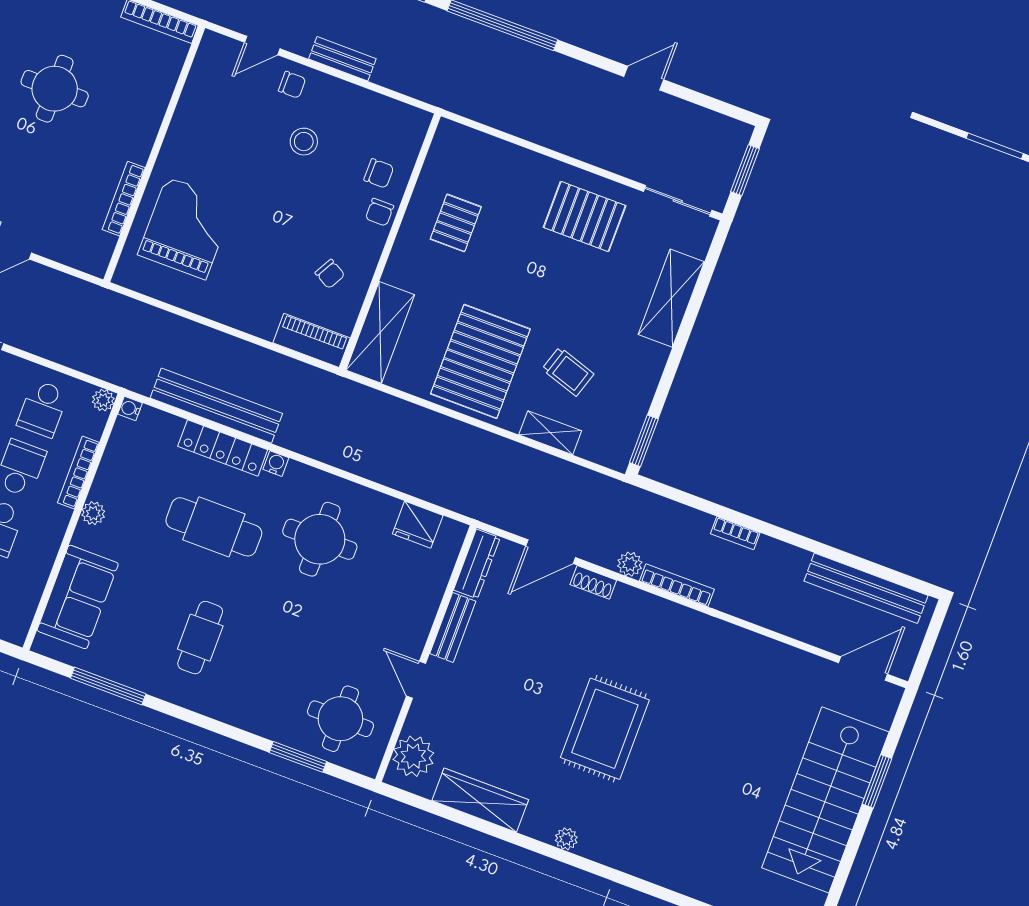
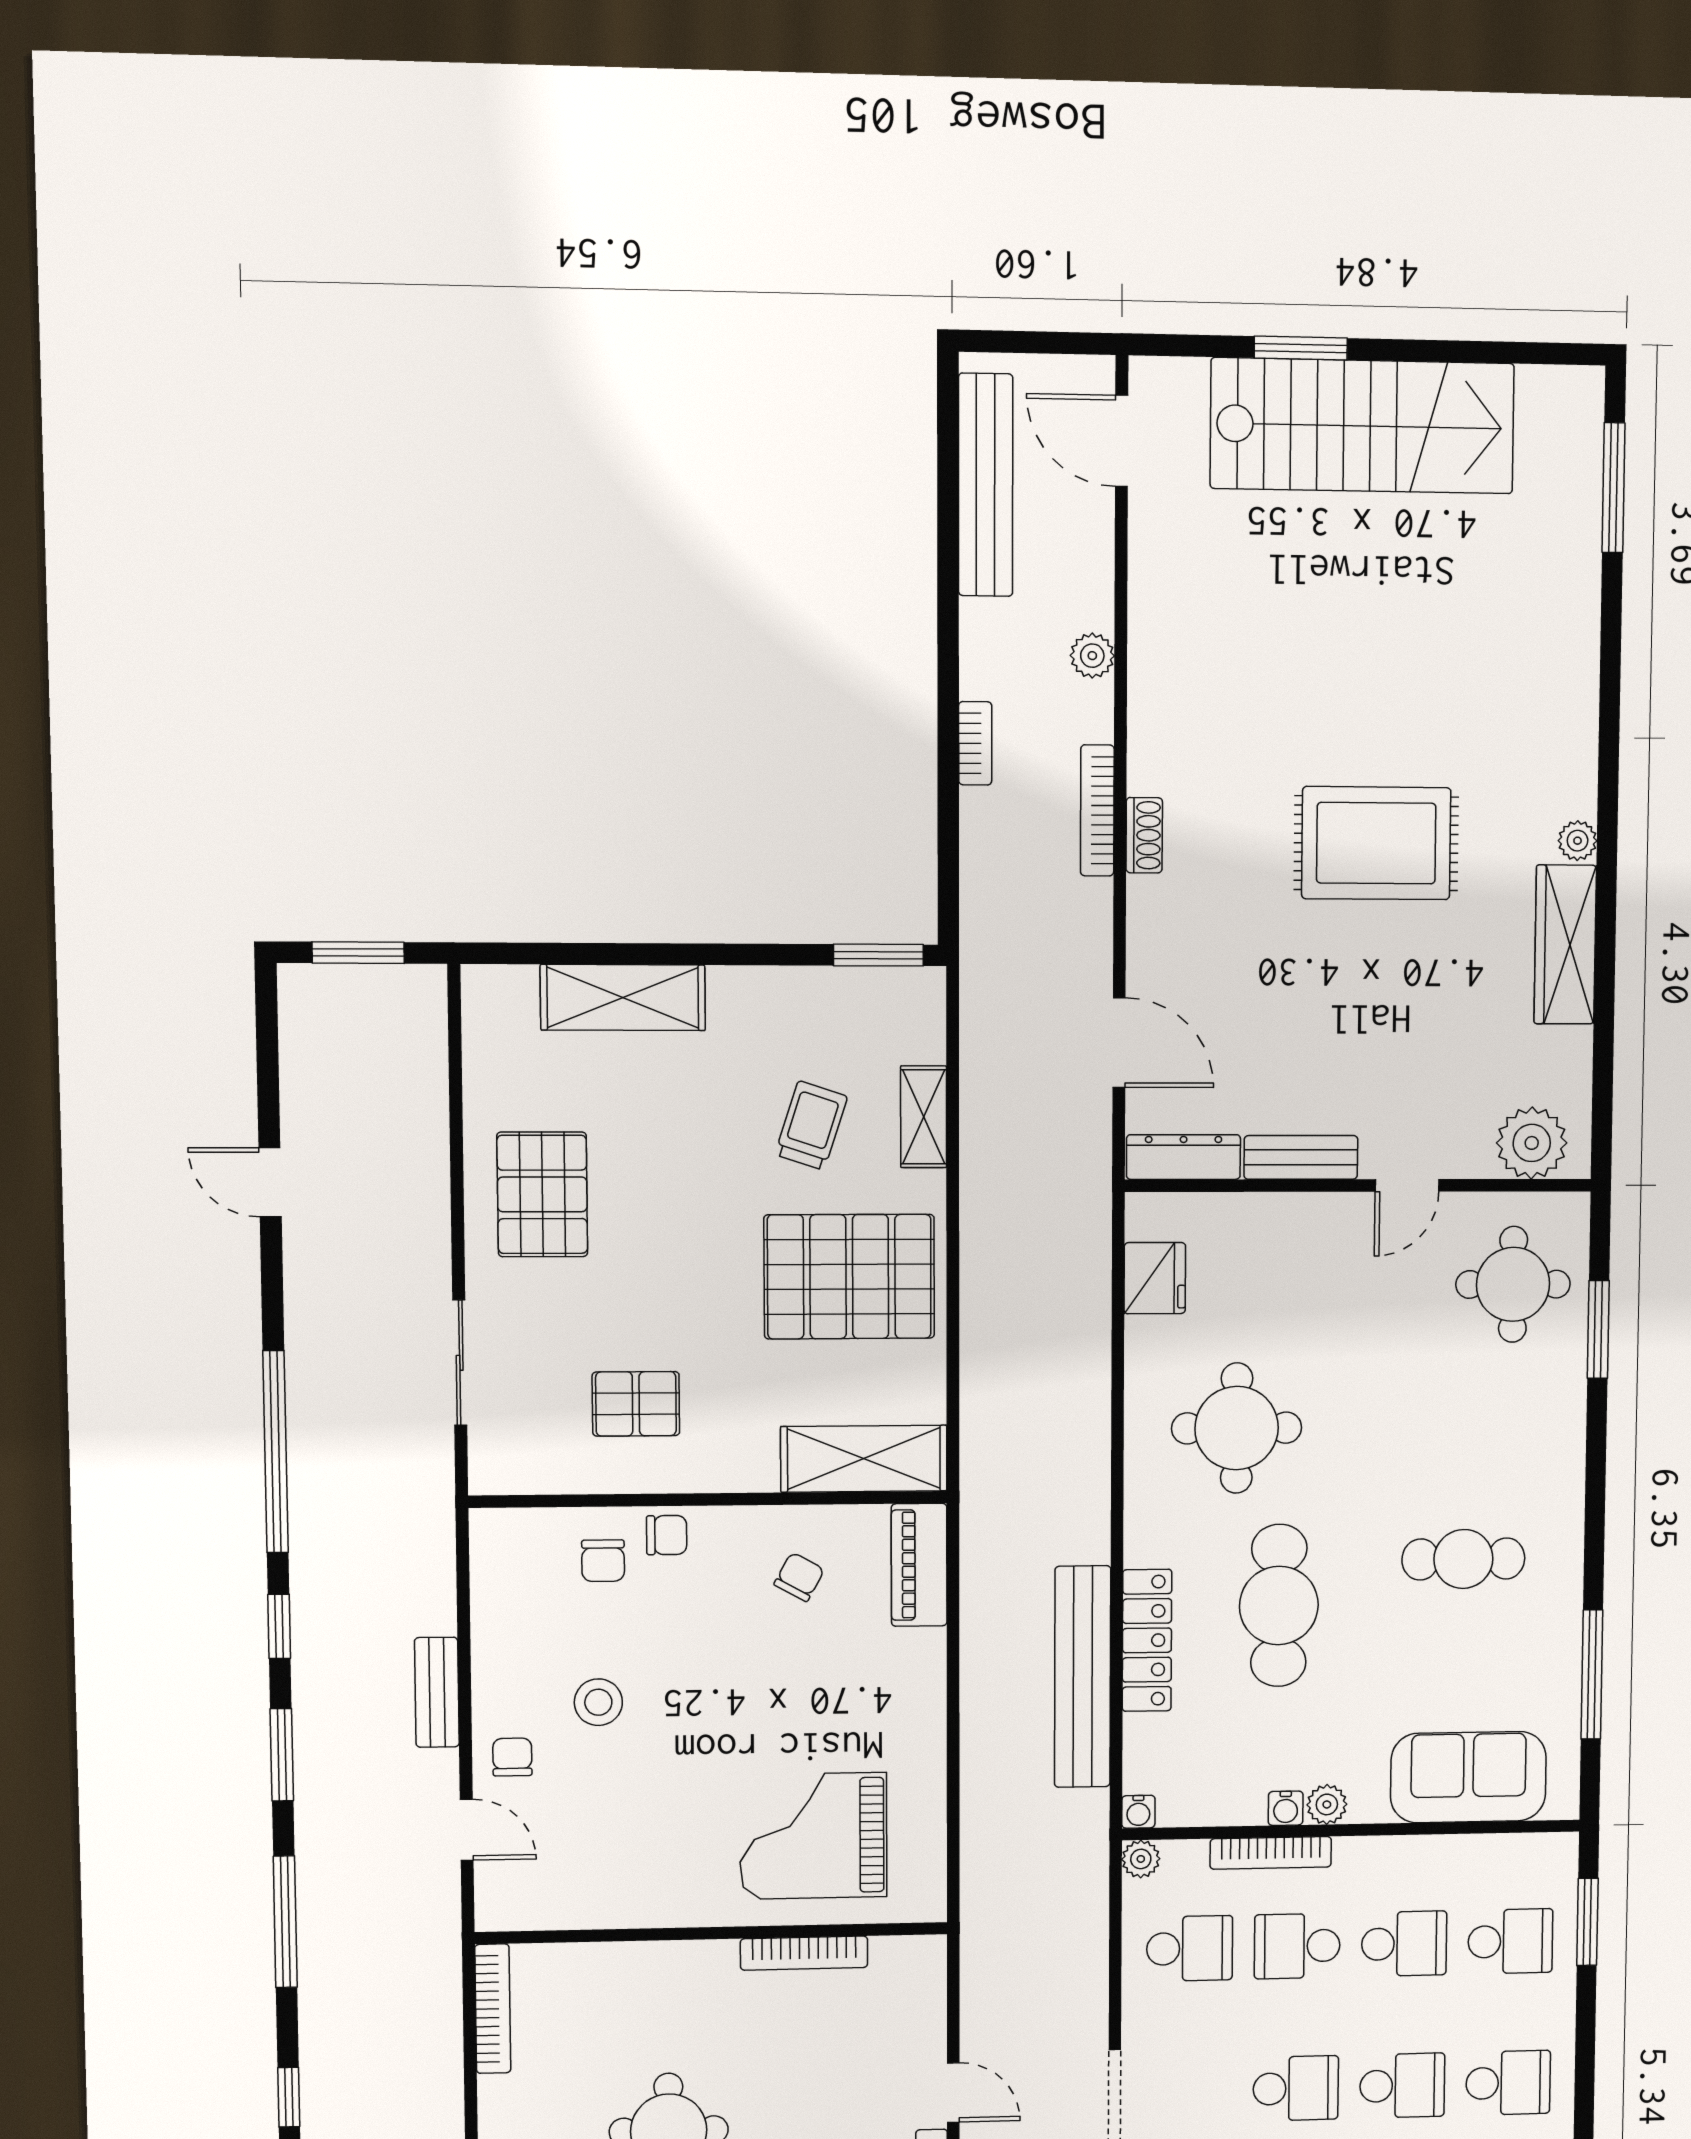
chair: (379, 173) -> (603, 1561), turned 180
sliding door: (678, 201) -> (460, 1363), moved
water cooler: (276, 464) -> (1286, 1808), moved, turned -90
plant: (630, 564) -> (1092, 656), moved
shoe rack: (593, 582) -> (1144, 835), moved
wardrobe: (480, 800) -> (1565, 945), moved

